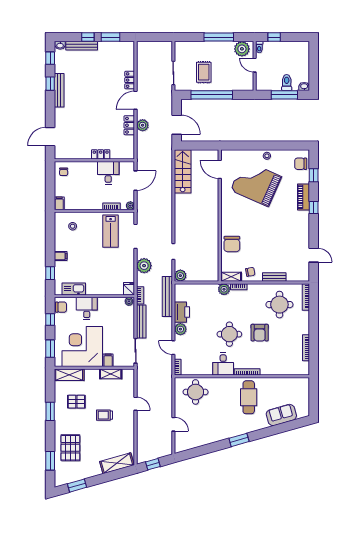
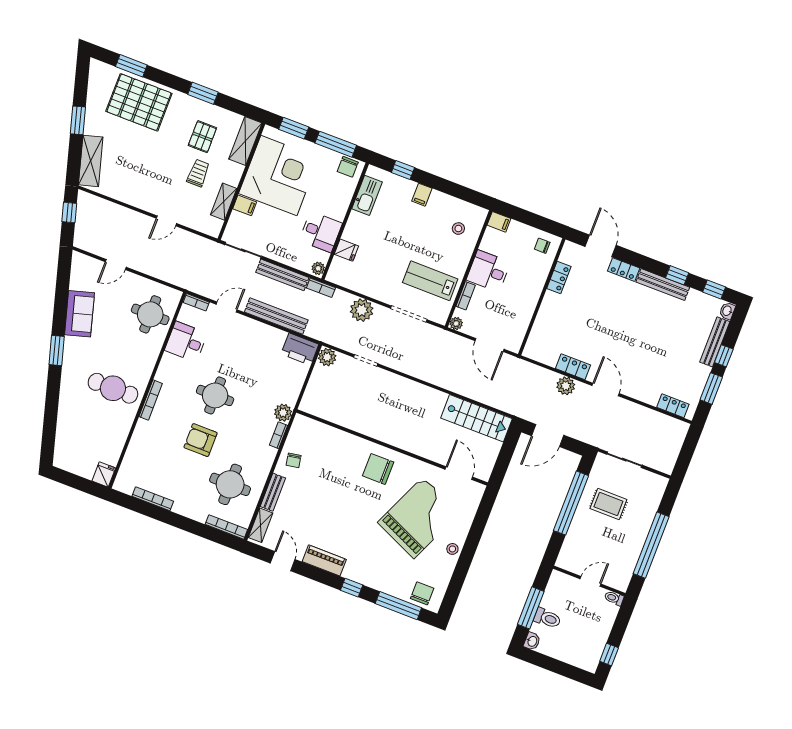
window: (219, 37) -> (651, 545), width x1.46
window: (274, 37) -> (609, 655), moved
plant: (242, 49) -> (621, 572), removed
locker: (130, 80) -> (673, 406), moved
locker: (59, 117) -> (624, 270), added
locker: (101, 154) -> (559, 278), moved
door: (220, 169) -> (459, 473), hinge flipped
desk: (108, 173) -> (488, 271), moved, turned 180
window: (314, 175) -> (398, 606), width x2.17
piano: (303, 197) -> (324, 560), moved
chair: (232, 244) -> (378, 469), moved
door: (314, 255) -> (283, 561), swing flipped
shelving: (231, 277) -> (261, 525), moved
fridge: (129, 289) -> (346, 250), moved
bench: (167, 297) -> (276, 316), moved
desk: (87, 308) -> (321, 232), moved
printer: (182, 312) -> (300, 349), moved
window: (50, 320) -> (336, 144), width x2.17
plant: (180, 329) -> (250, 327), removed
desk: (223, 364) -> (186, 342), moved
fridge: (303, 383) -> (104, 474), added
trolley: (104, 415) -> (198, 173), moved
sofa: (281, 415) -> (80, 314), moved
pallet: (70, 448) -> (139, 102), width x1.37, depth x1.41
window: (77, 486) -> (78, 120), moved

